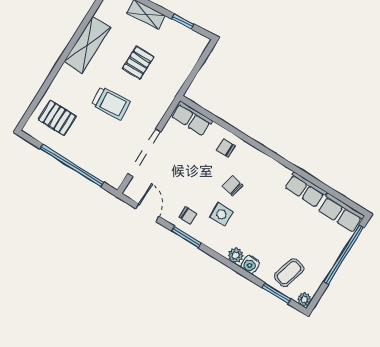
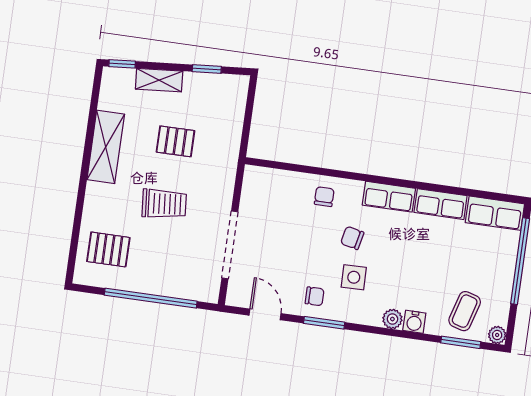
pallet: (138, 63) -> (175, 141), turned 90
row of seats: (192, 118) -> (389, 197), moved
chair: (226, 148) -> (324, 197), turned 90

